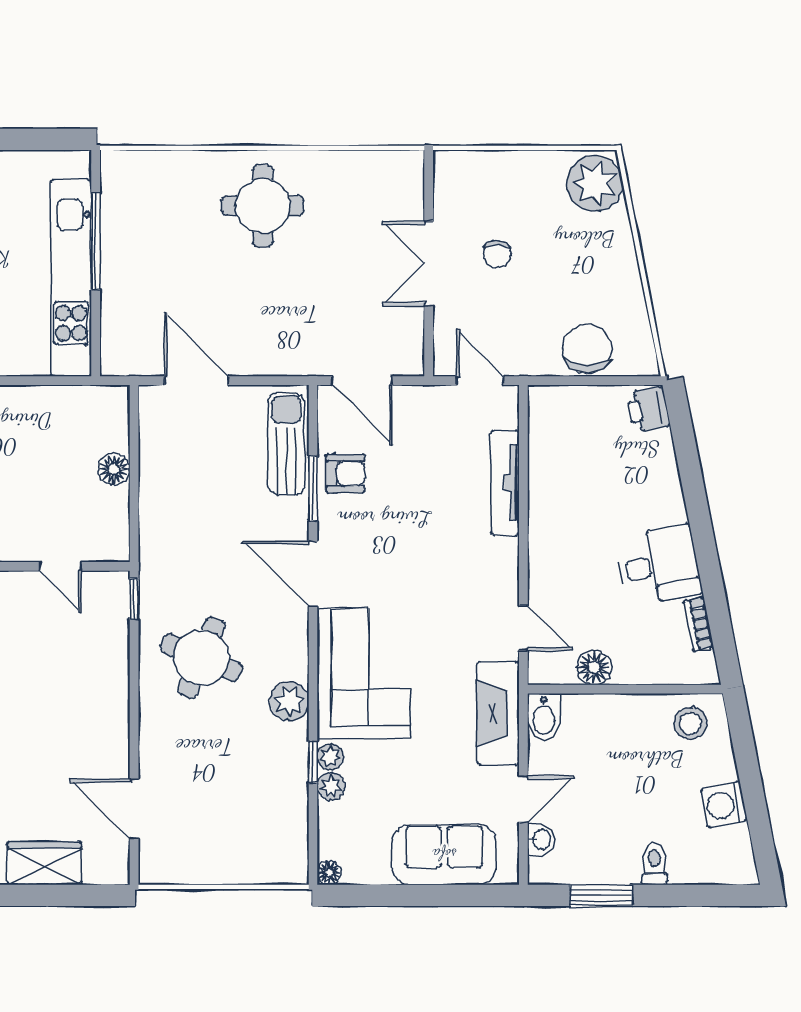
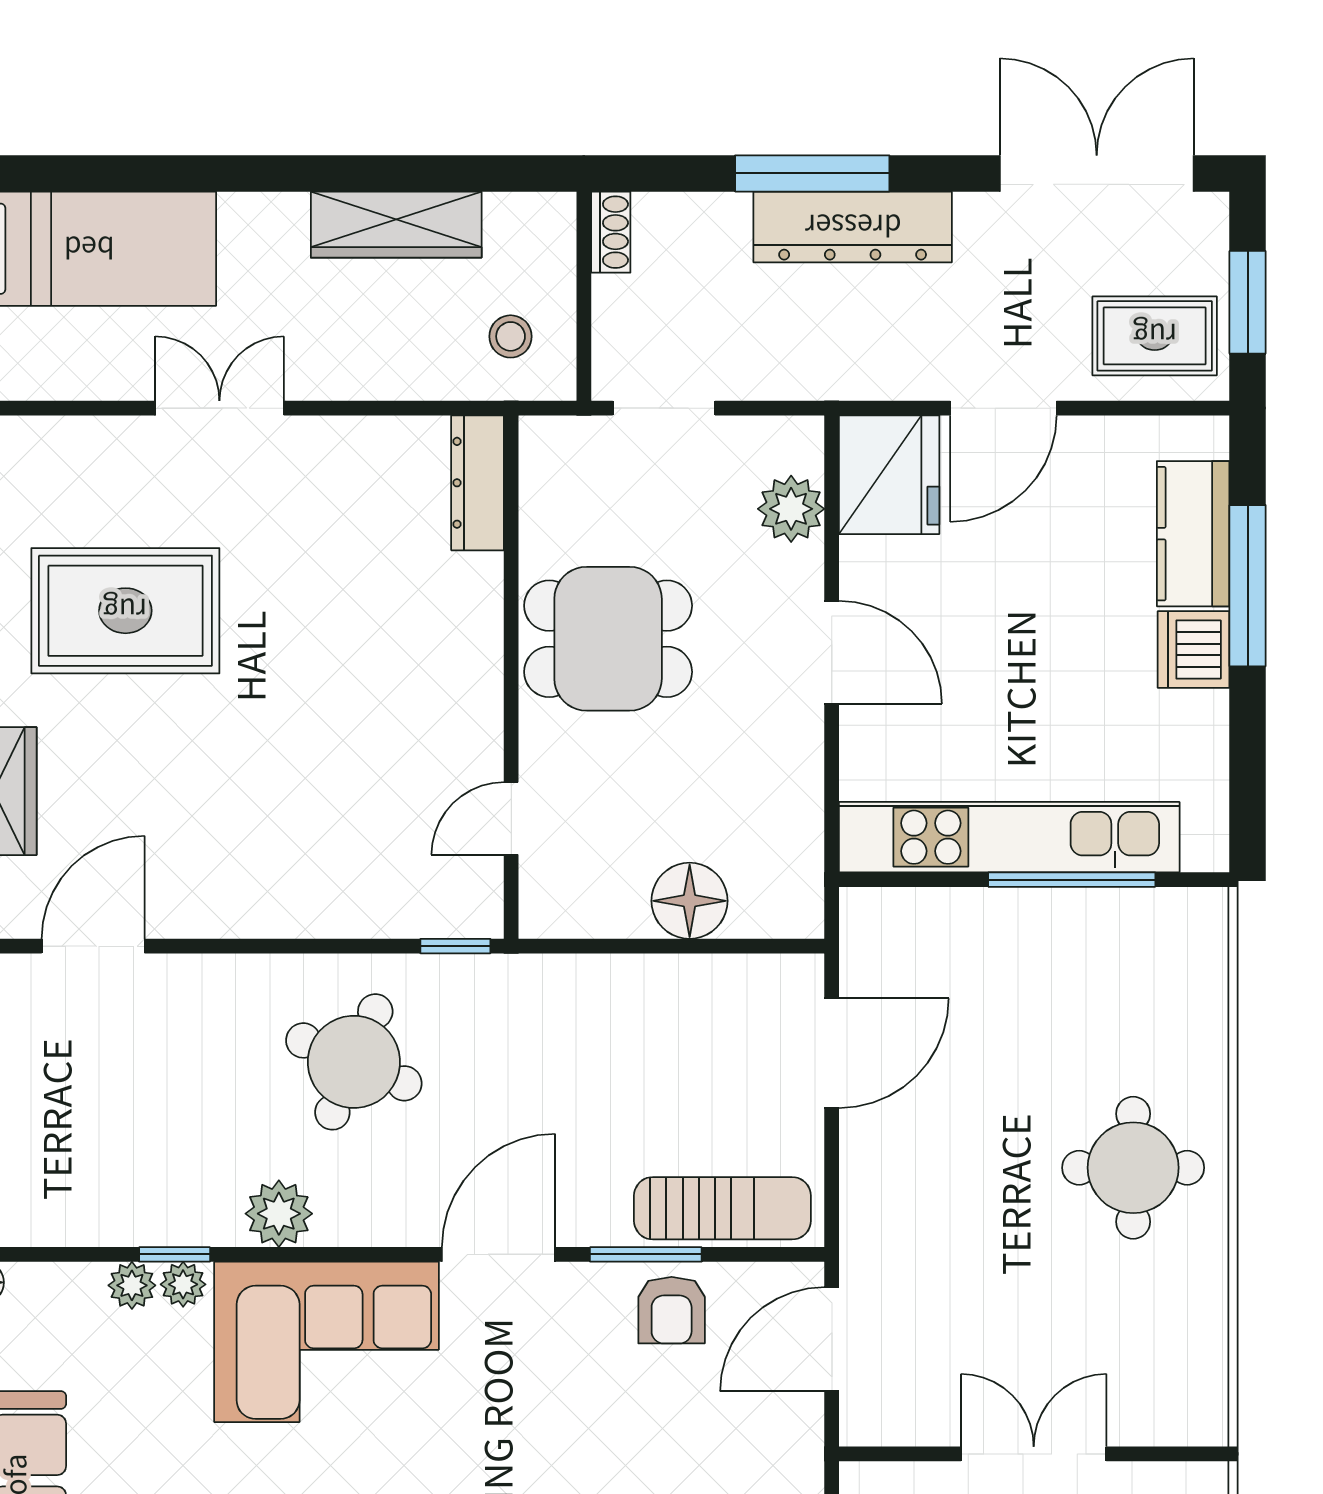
floor lamp: (114, 469) -> (690, 901), width x1.38, depth x1.38

